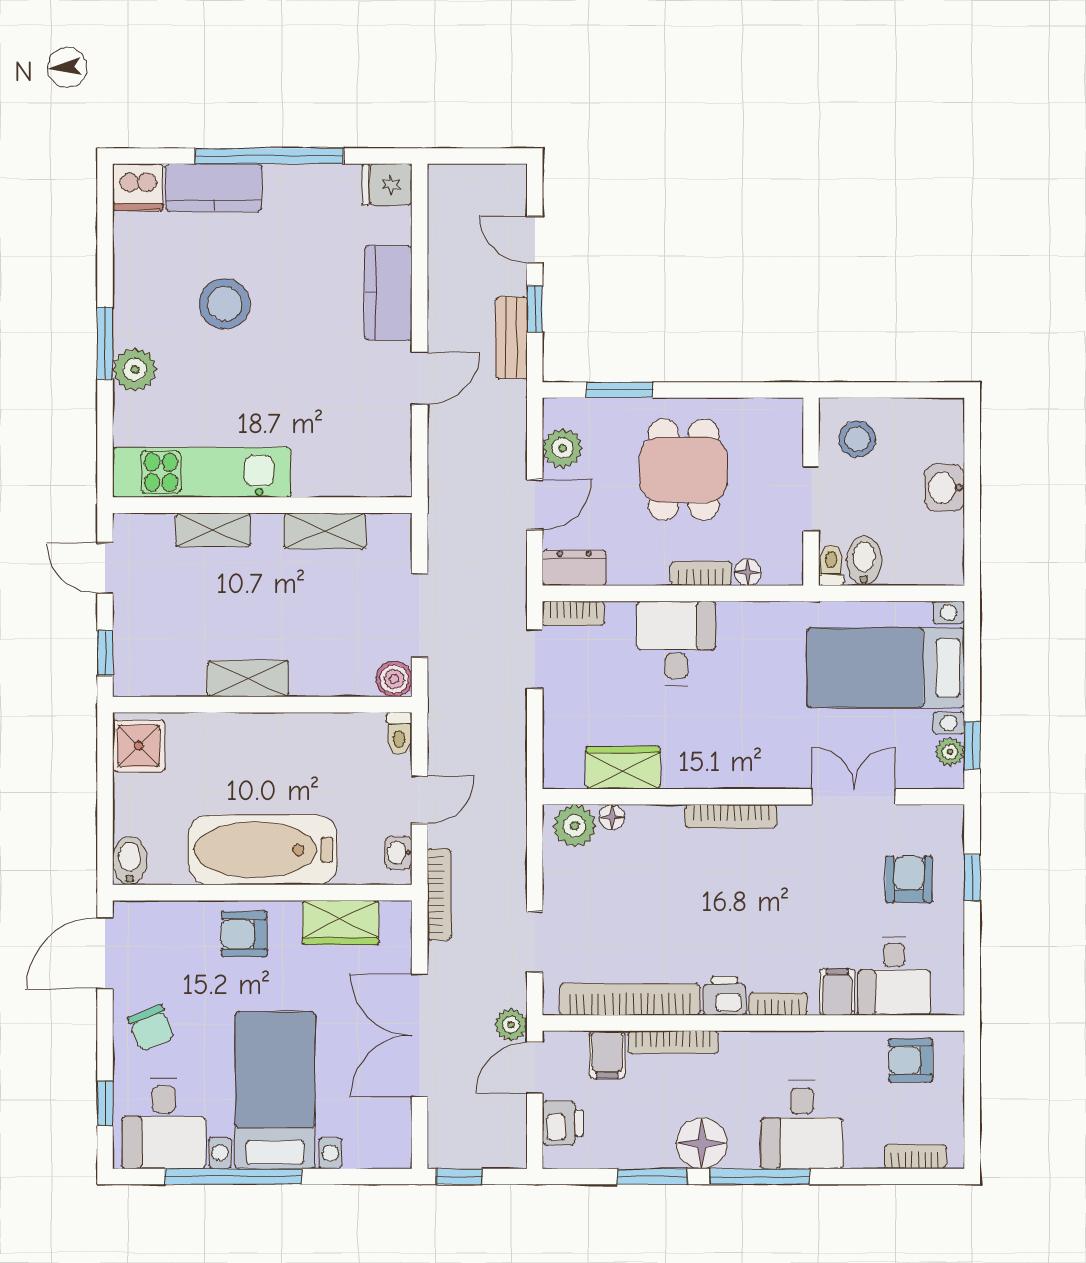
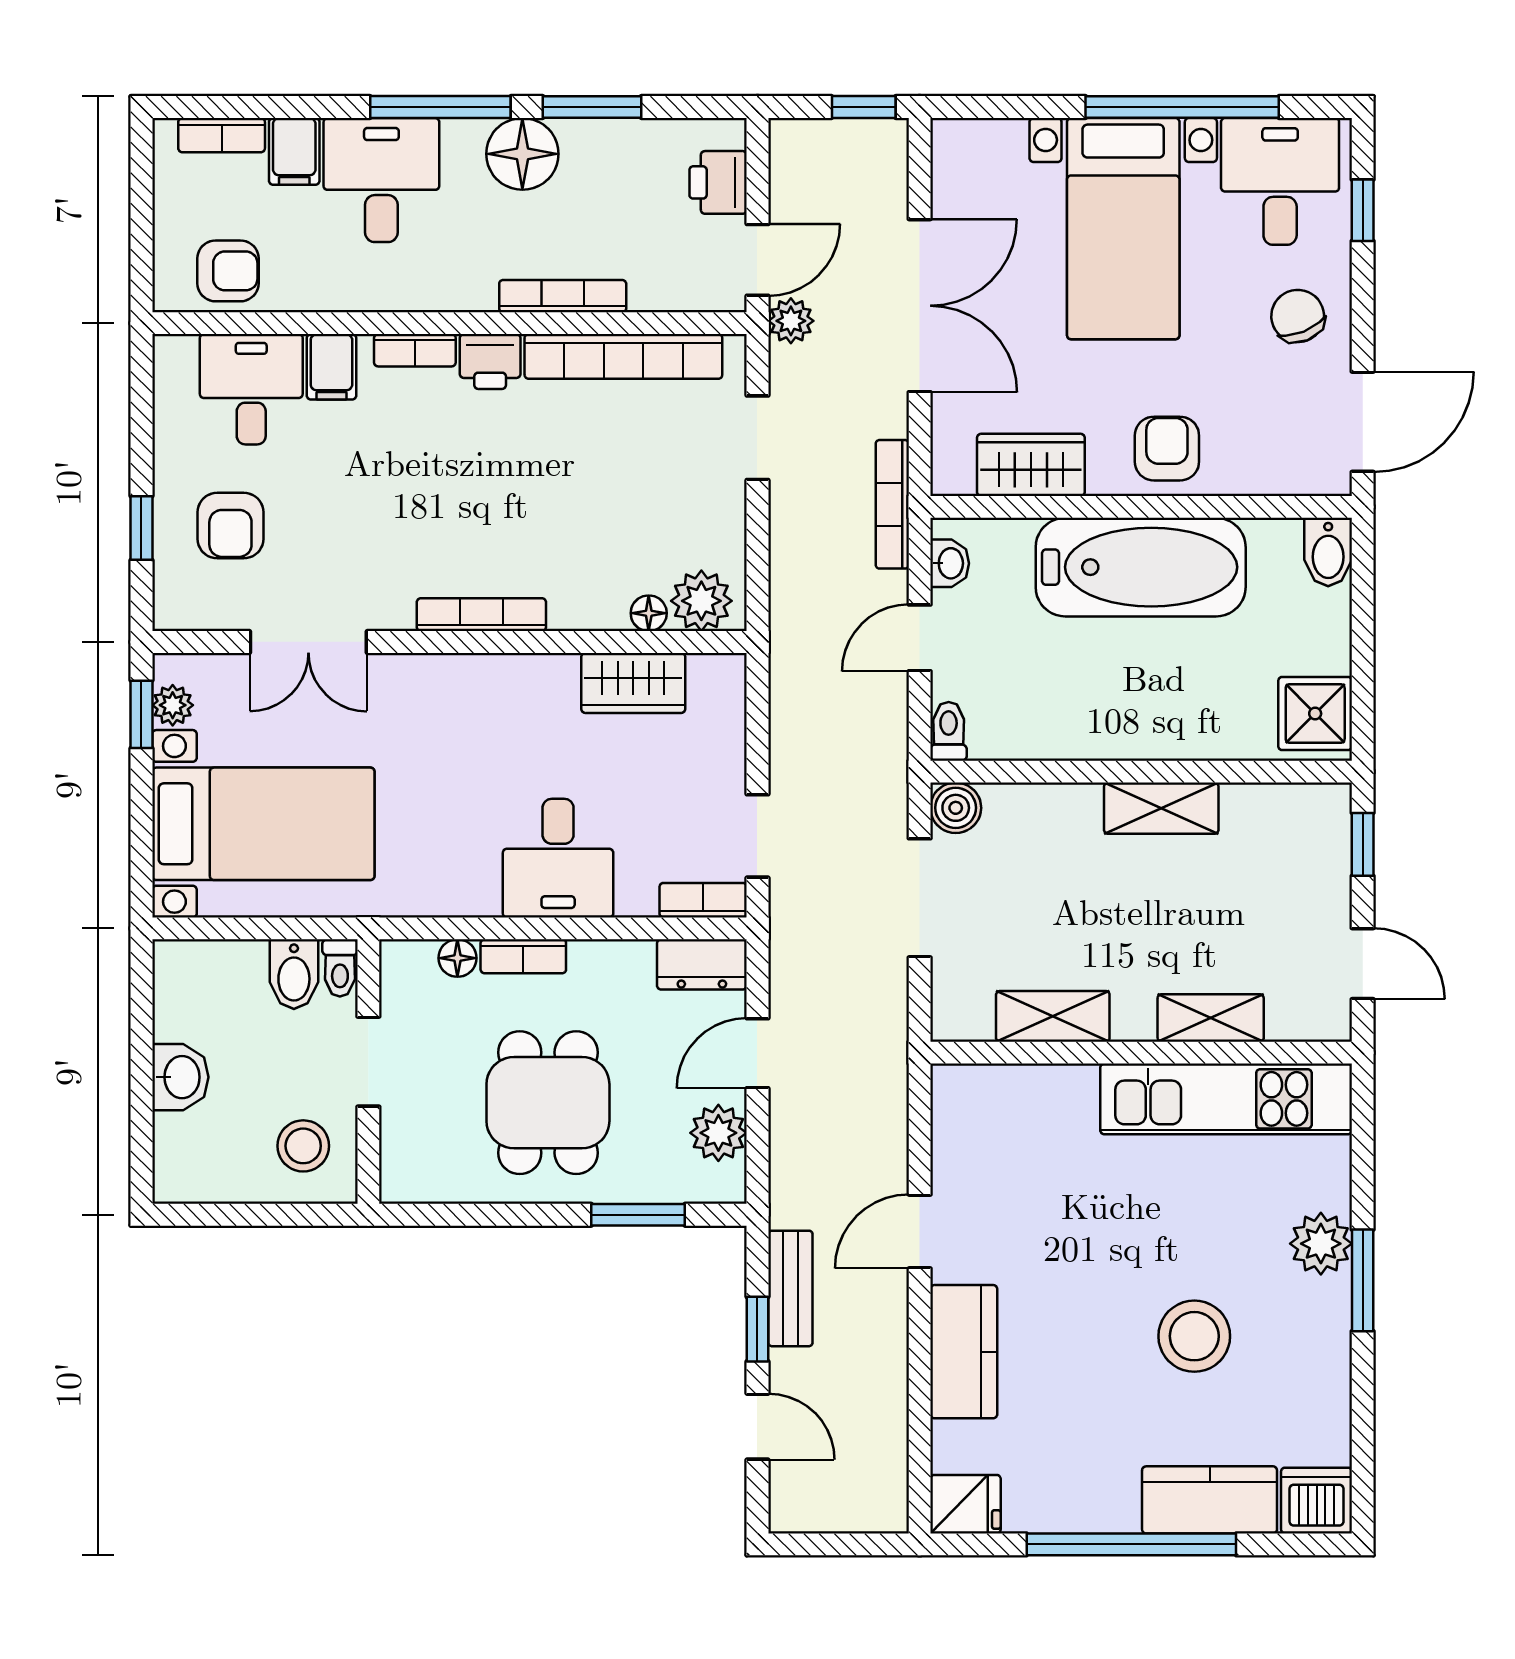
armchair: (244, 934) -> (1167, 449), turned -90
filing cabinet: (607, 1055) -> (294, 151), moved, turned 180

